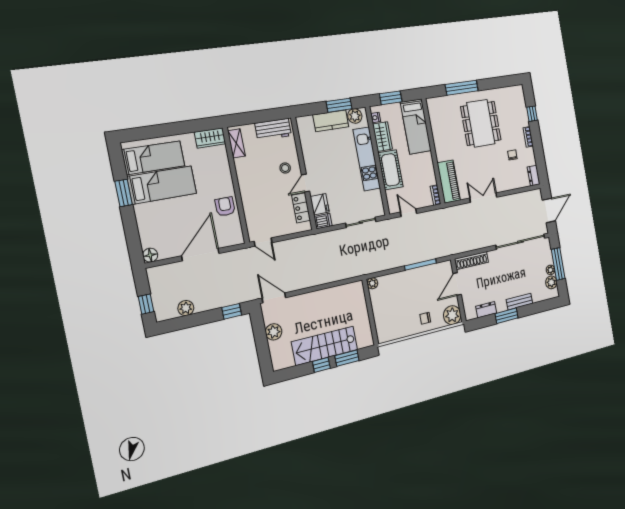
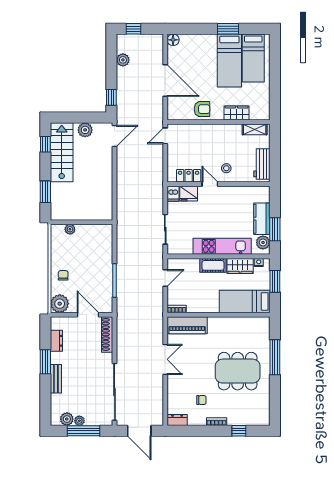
wardrobe: (210, 138) -> (237, 113), moved, turned 90
cot: (390, 170) -> (213, 265), width x0.73, depth x0.75
plant: (372, 283) -> (70, 229), moved
stairs: (325, 346) -> (62, 152), moved
window: (321, 365) -> (45, 144), moved

